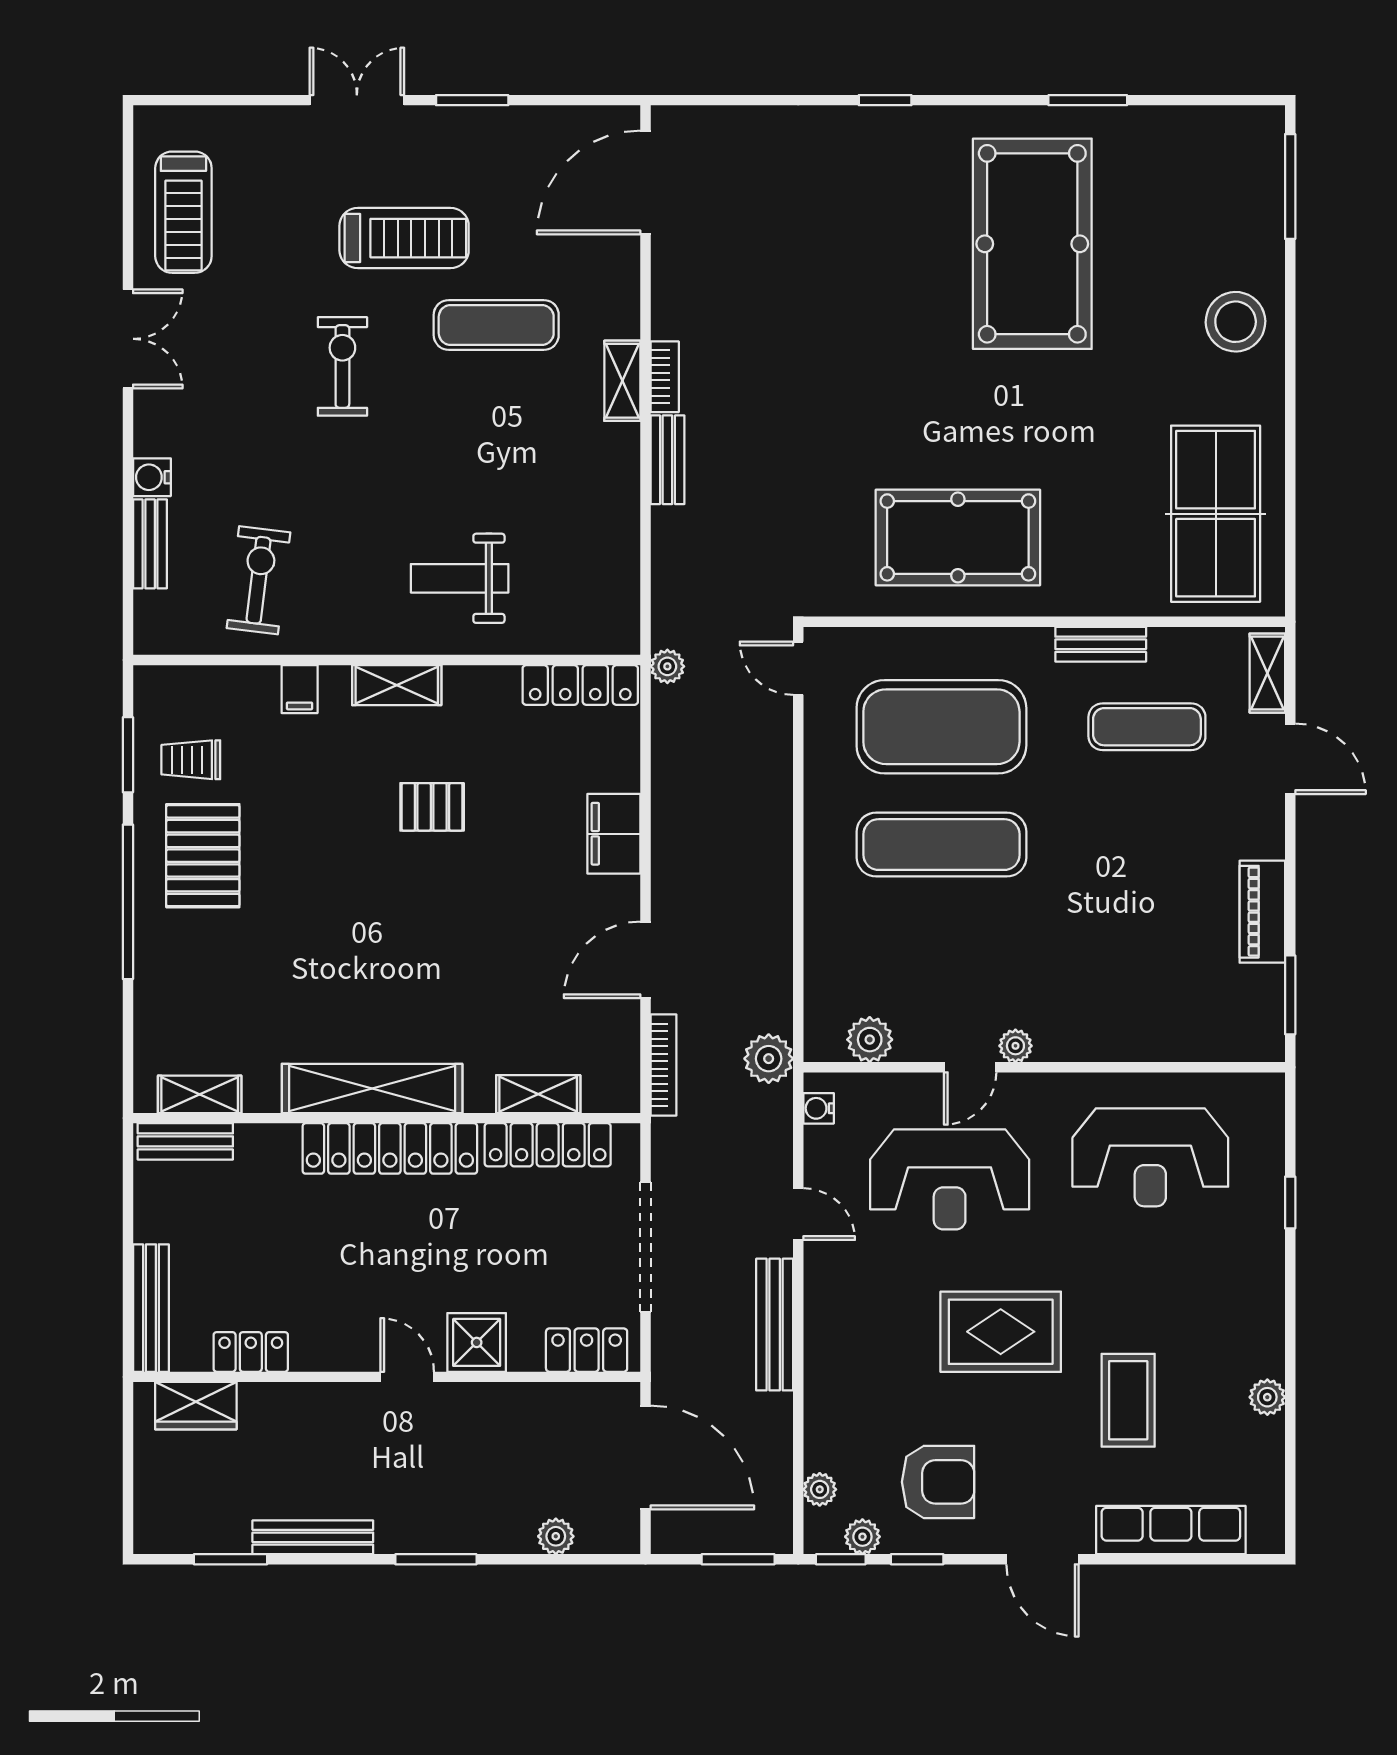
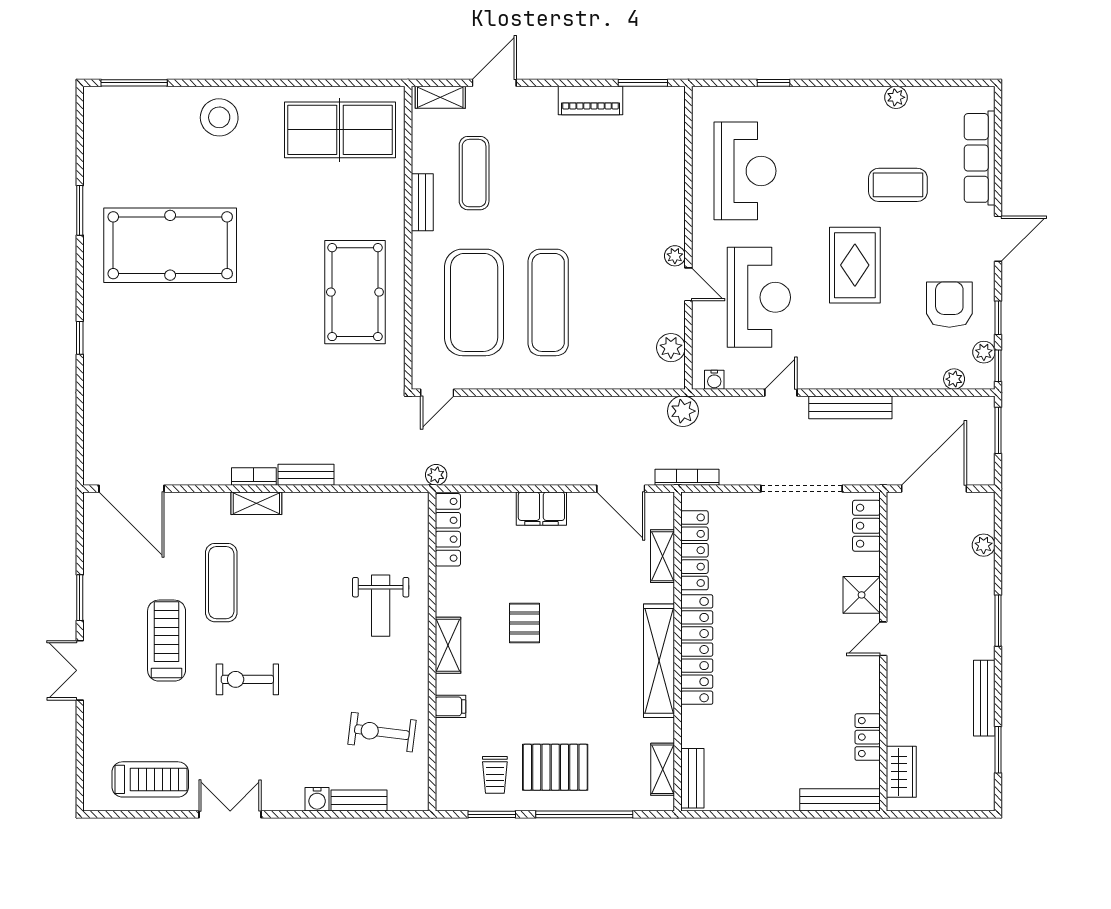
shelving: (372, 1088) -> (659, 661), moved
shelving: (200, 1094) -> (663, 769), moved
shelving: (538, 1094) -> (663, 556), moved
wall: (387, 1118) -> (678, 652), moved
bench: (185, 1141) -> (692, 778), moved
locker: (548, 1145) -> (694, 550), moved
locker: (390, 1148) -> (697, 650), moved

